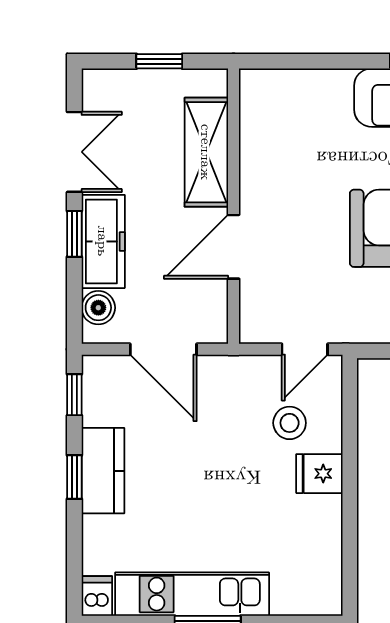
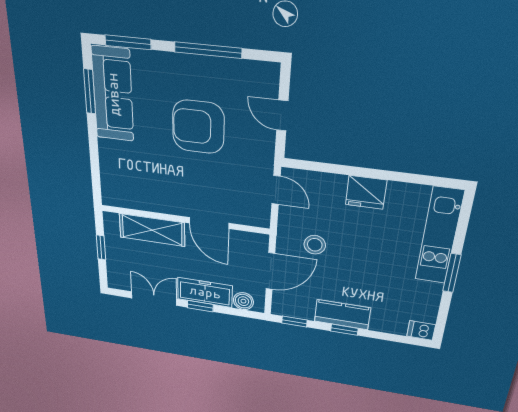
stool: (290, 423) -> (315, 245), moved
fridge: (319, 474) -> (366, 192), width x1.38
kitchen unit: (192, 594) -> (439, 236), moved

